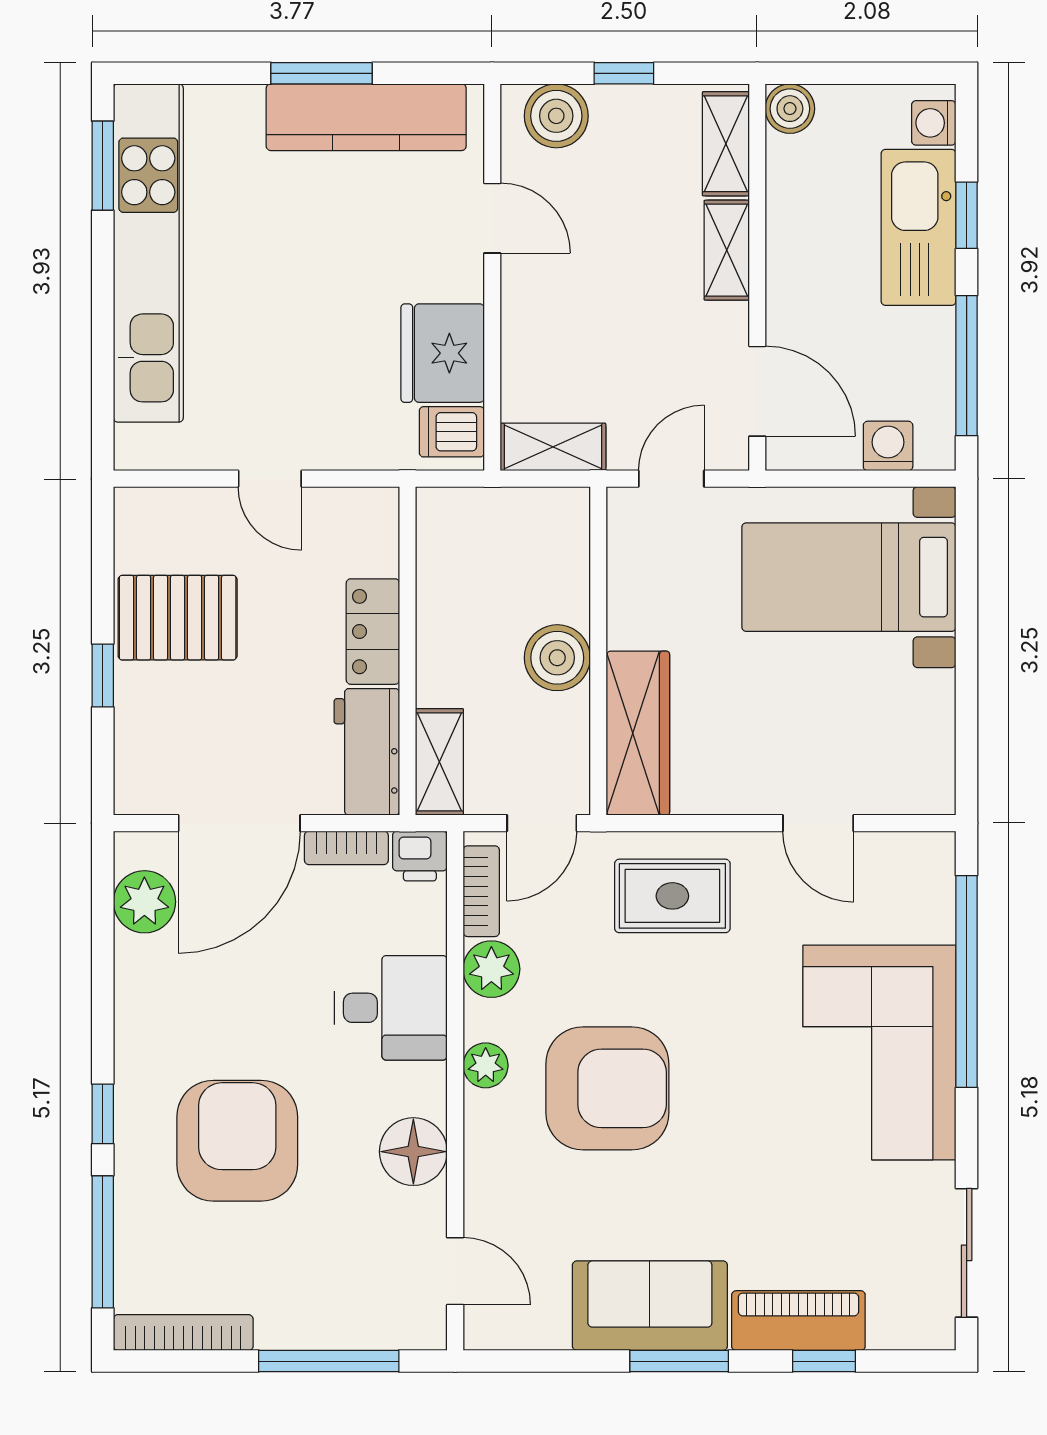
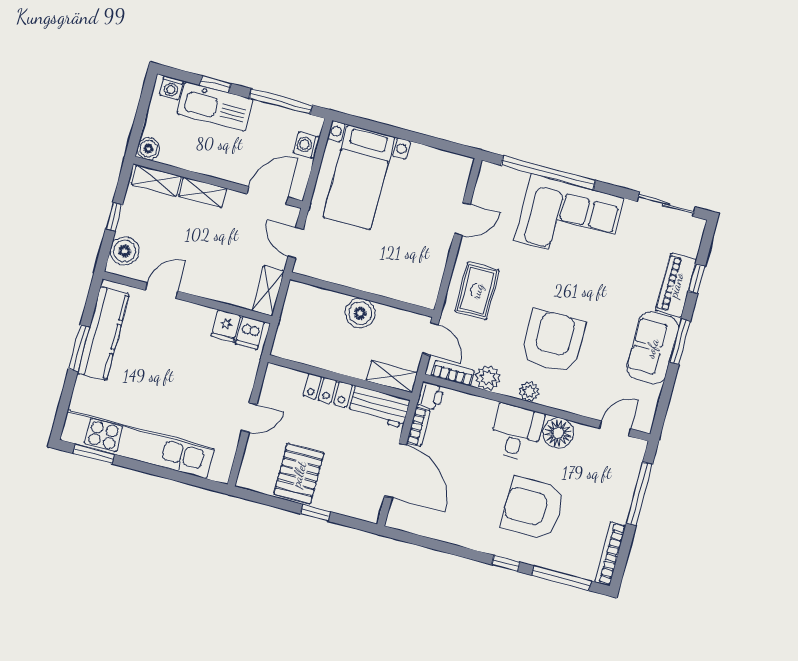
fridge: (443, 353) -> (226, 326), width x0.53, depth x0.75
wardrobe: (638, 733) -> (402, 287), removed
plant: (144, 902) -> (419, 521), removed
desk: (391, 1008) -> (516, 432), moved

